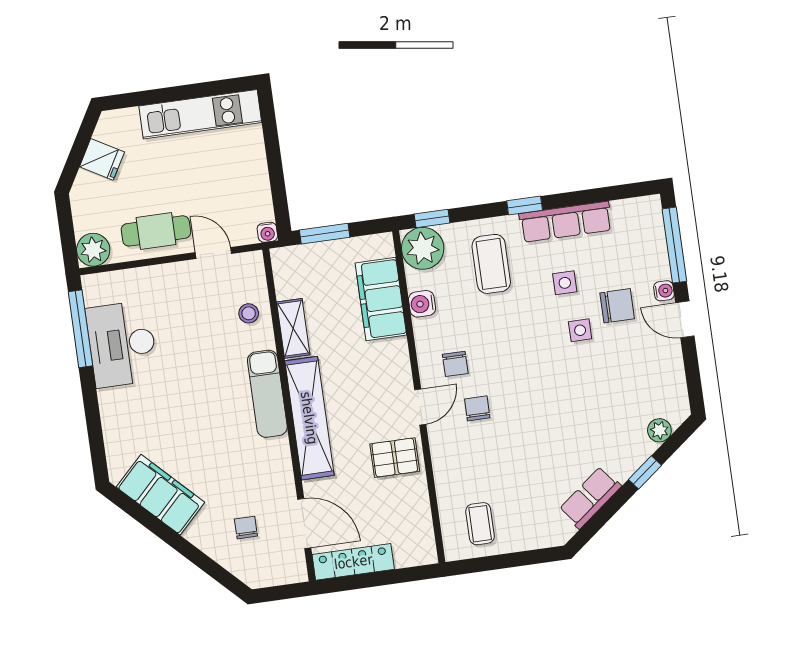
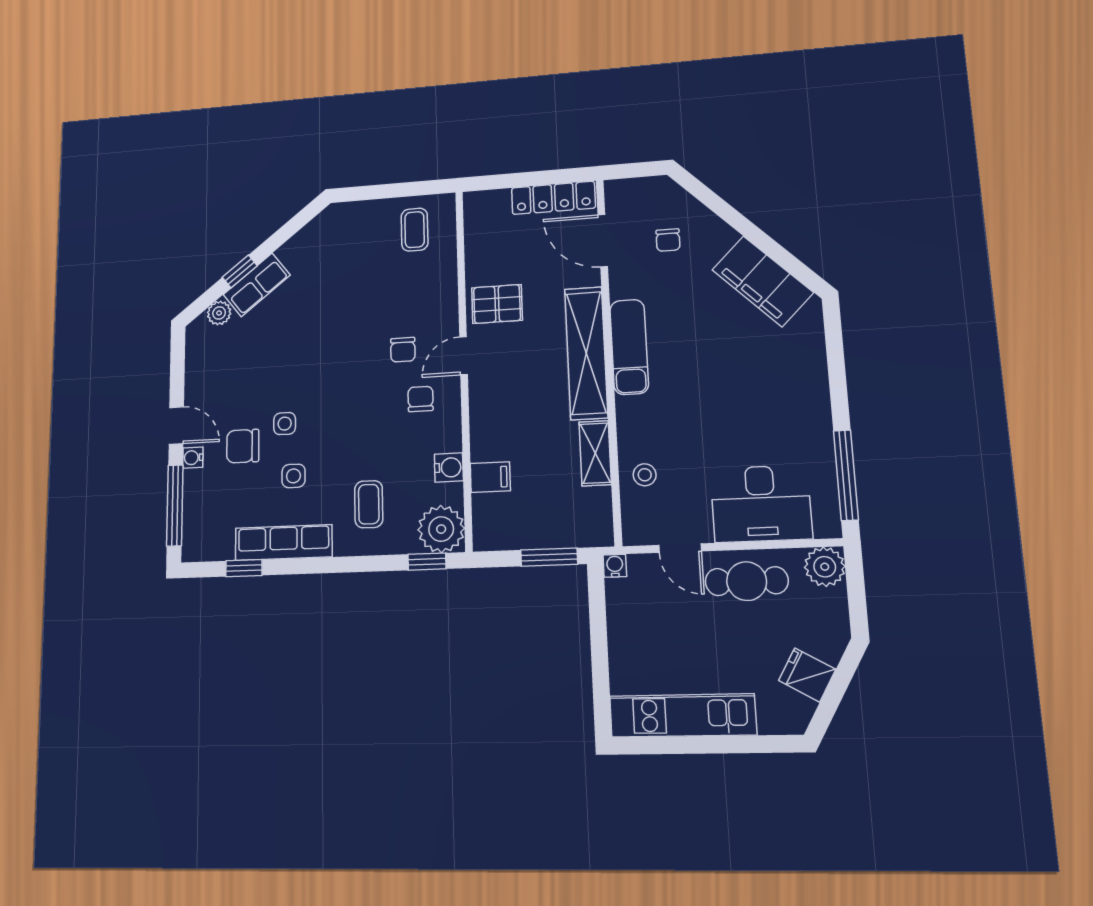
window: (525, 206) -> (244, 568), moved
coffee table: (491, 264) -> (369, 504), width x0.73, depth x0.77
filing cabinet: (381, 299) -> (490, 477), width x0.33, depth x0.86
desk: (122, 344) -> (761, 504), moved, turned 90
exam couch: (267, 394) -> (629, 347), moved
row of seats: (590, 498) -> (257, 285), moved

